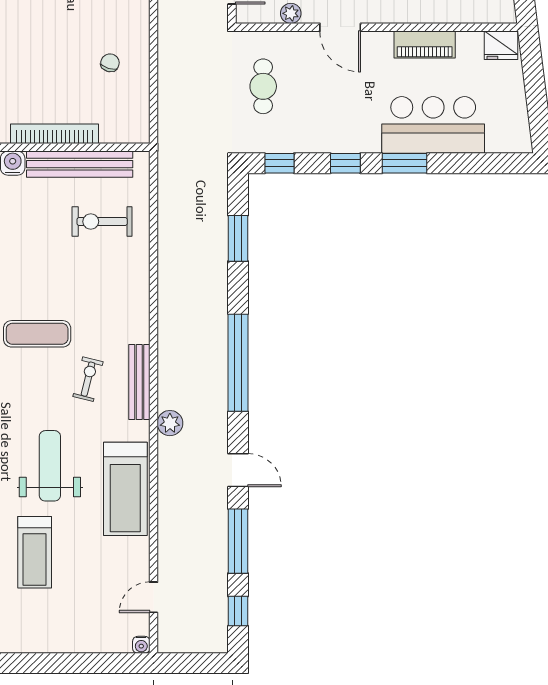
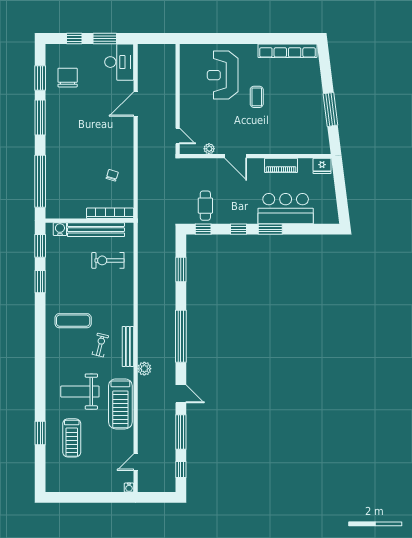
cafe table: (263, 86) -> (205, 206), moved
bookcase: (54, 134) -> (110, 213), moved
weight bench: (50, 466) -> (80, 392), turned -90

